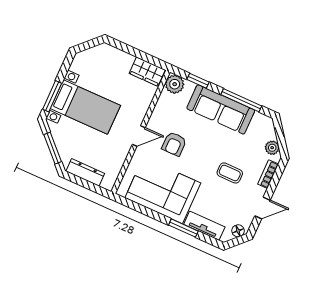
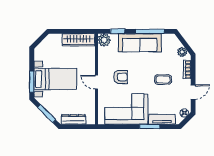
wardrobe: (147, 72) -> (78, 40), width x1.50
door: (139, 136) -> (96, 82), swing flipped
armchair: (174, 144) -> (121, 77), turned -90

